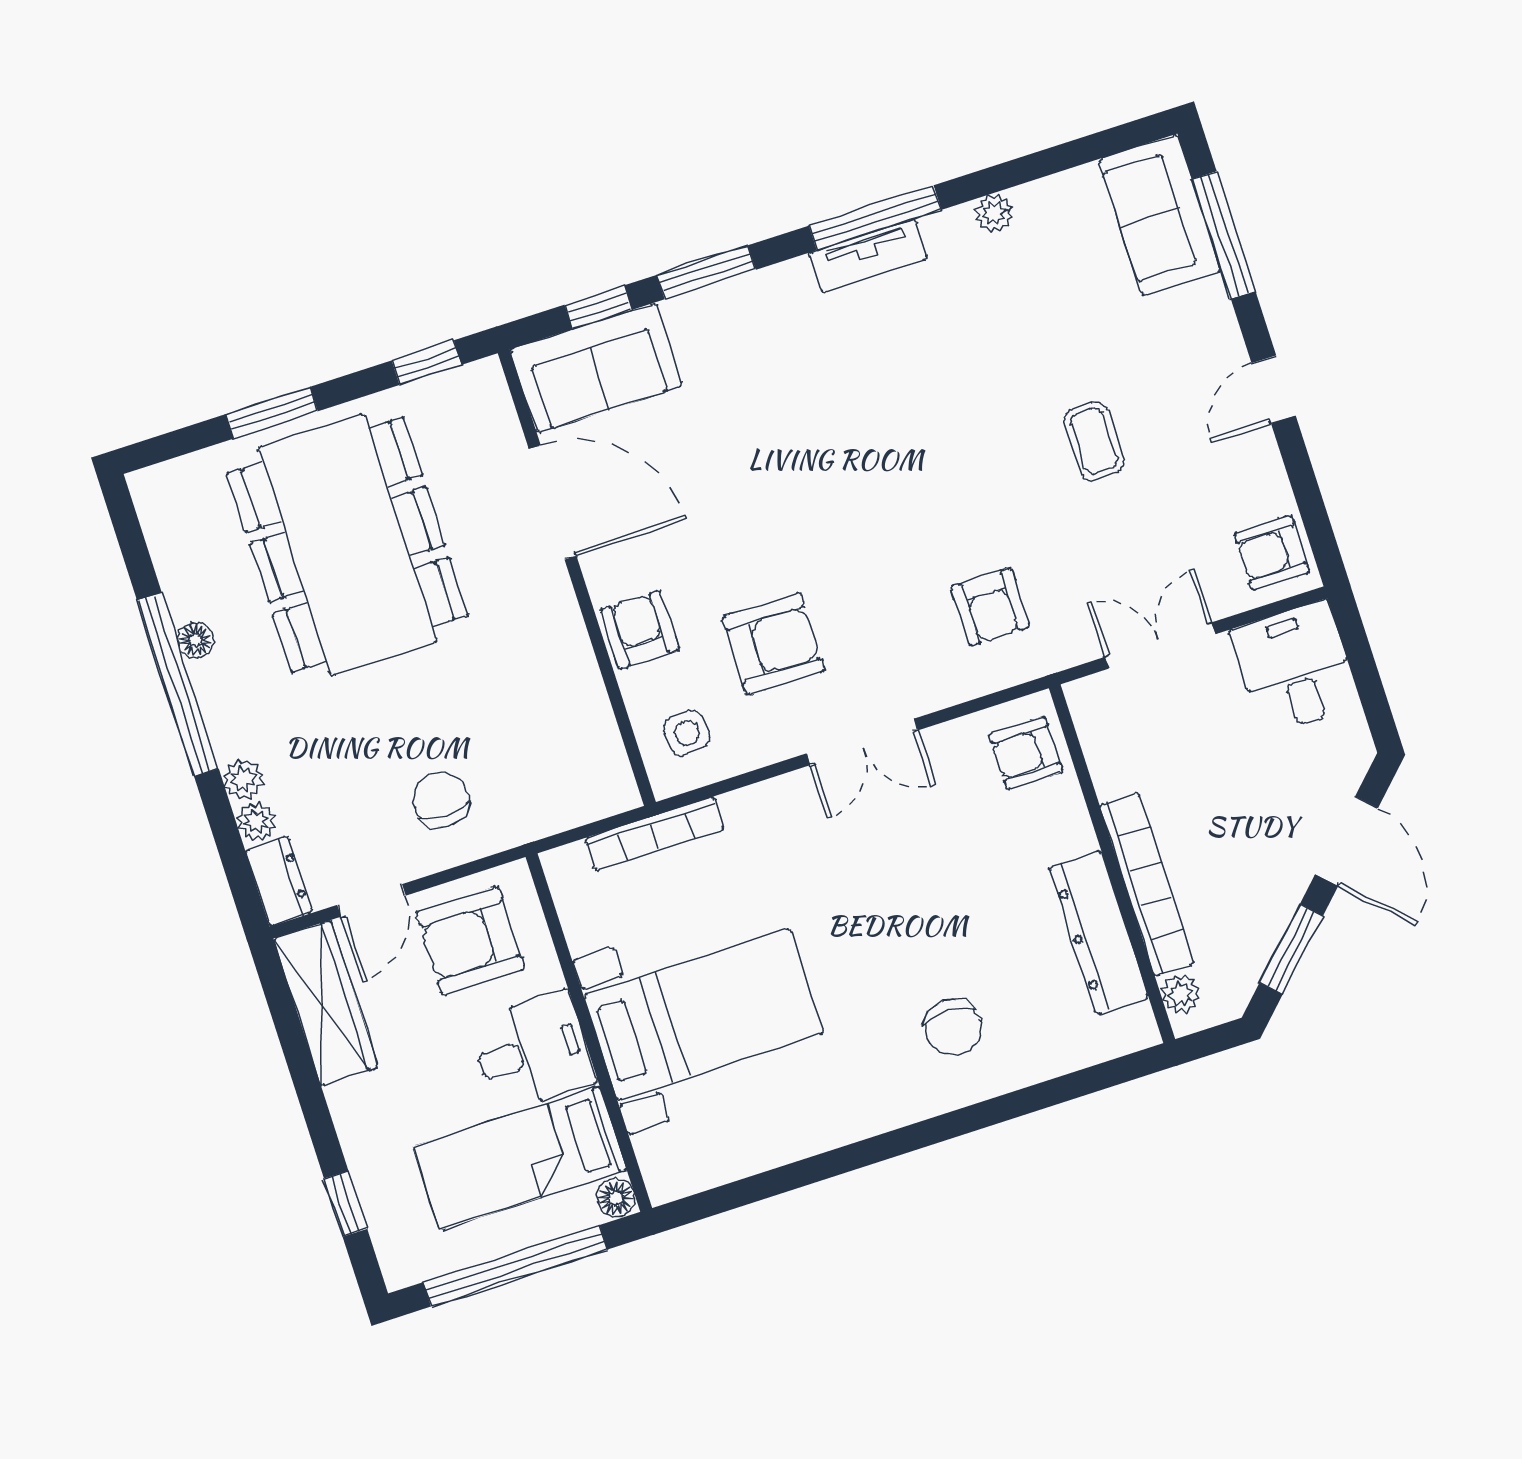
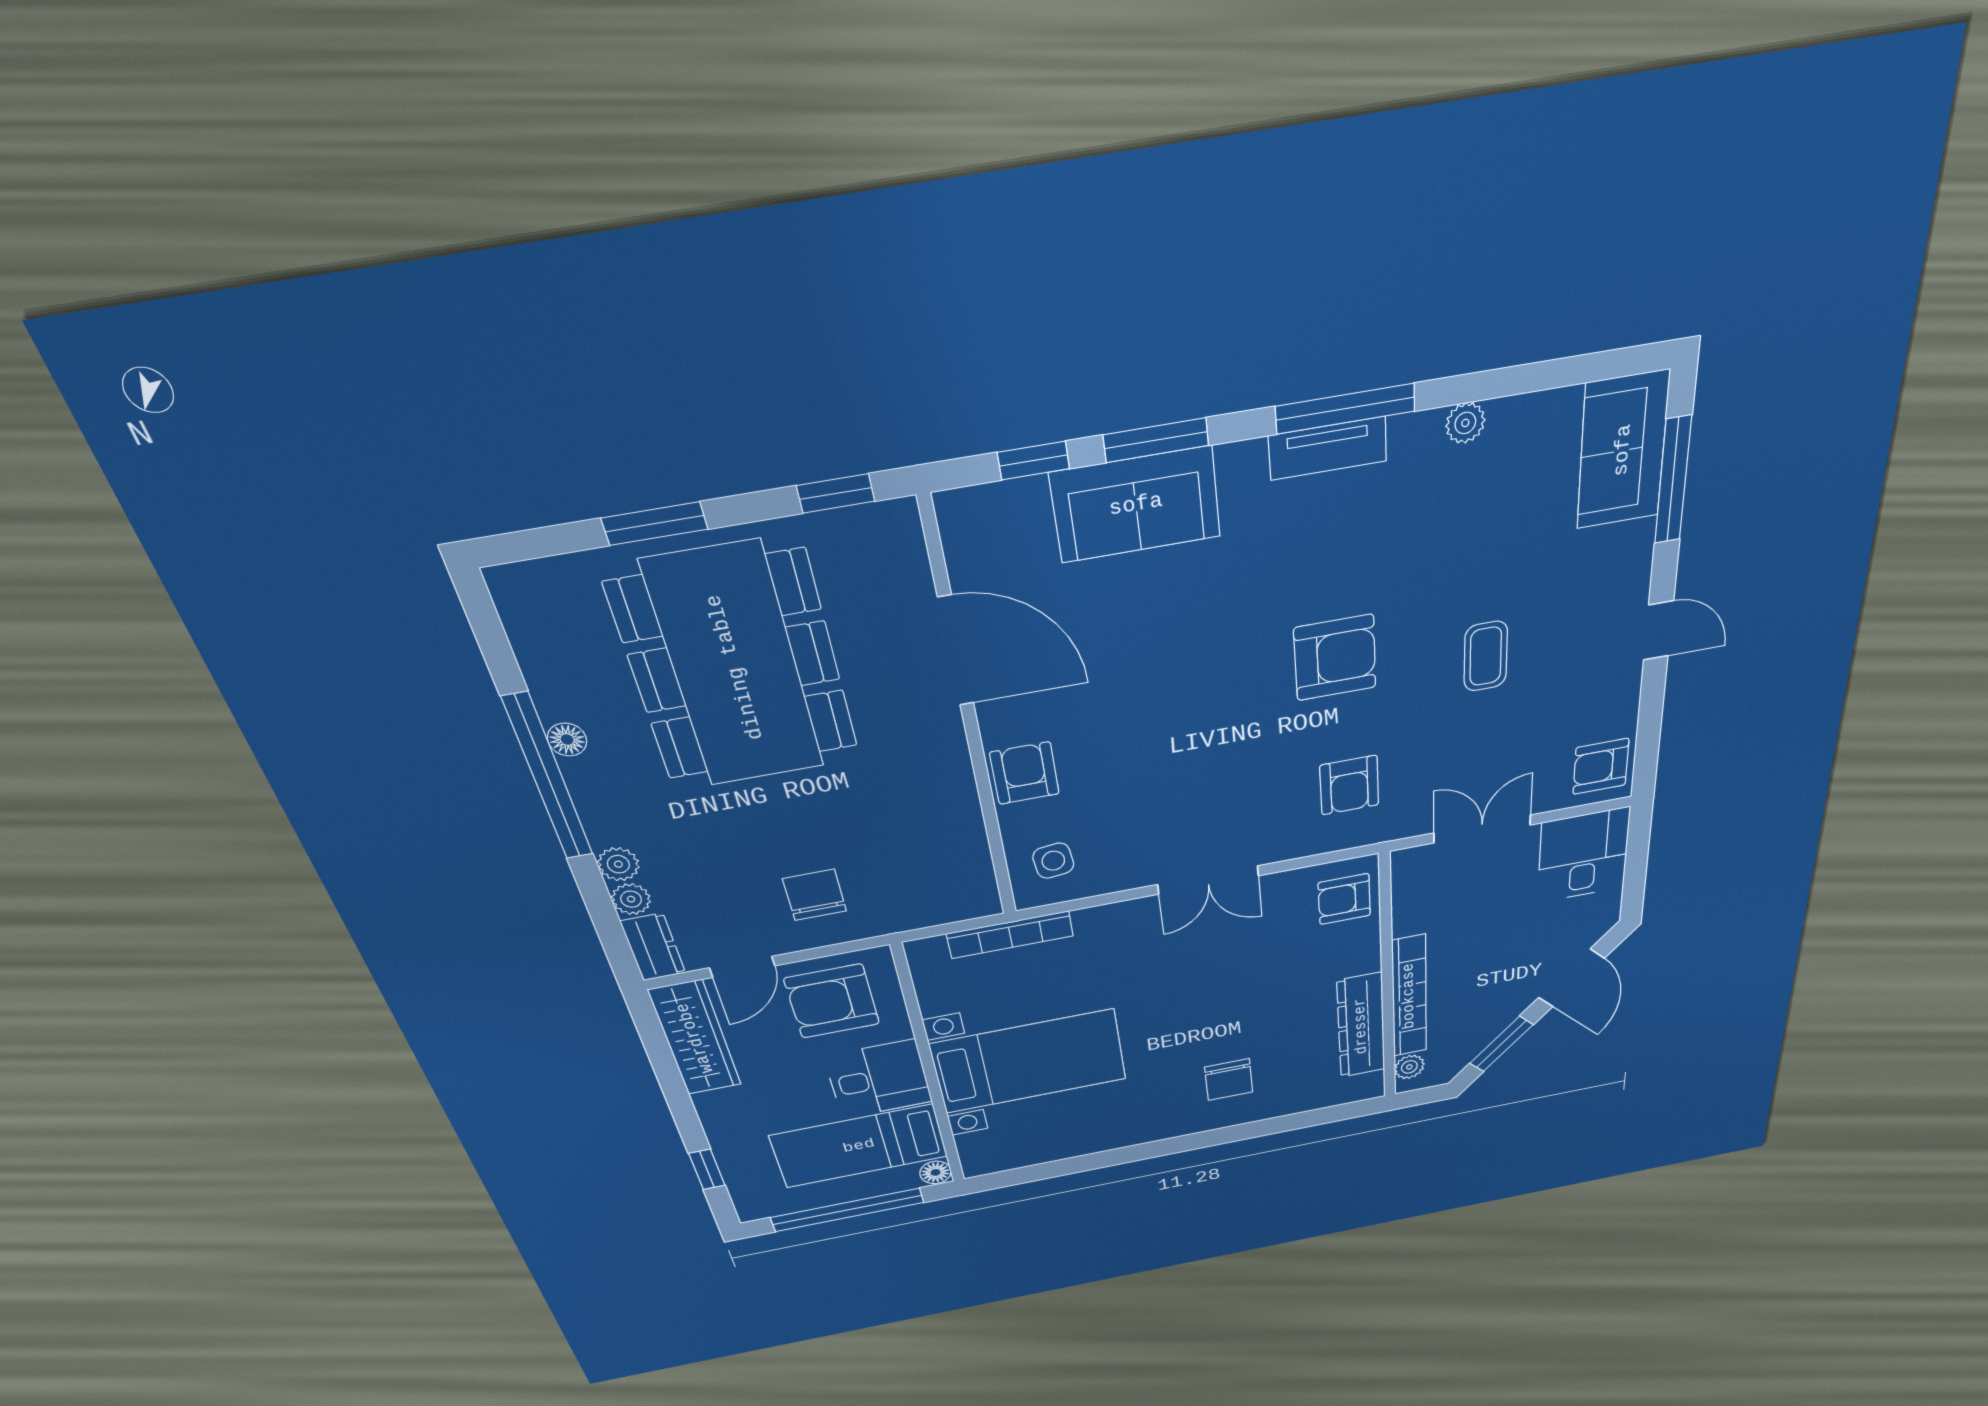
sofa: (596, 368) -> (1136, 505), moved
door: (1274, 389) -> (1658, 631), swing flipped
armchair: (774, 644) -> (1335, 658), moved

